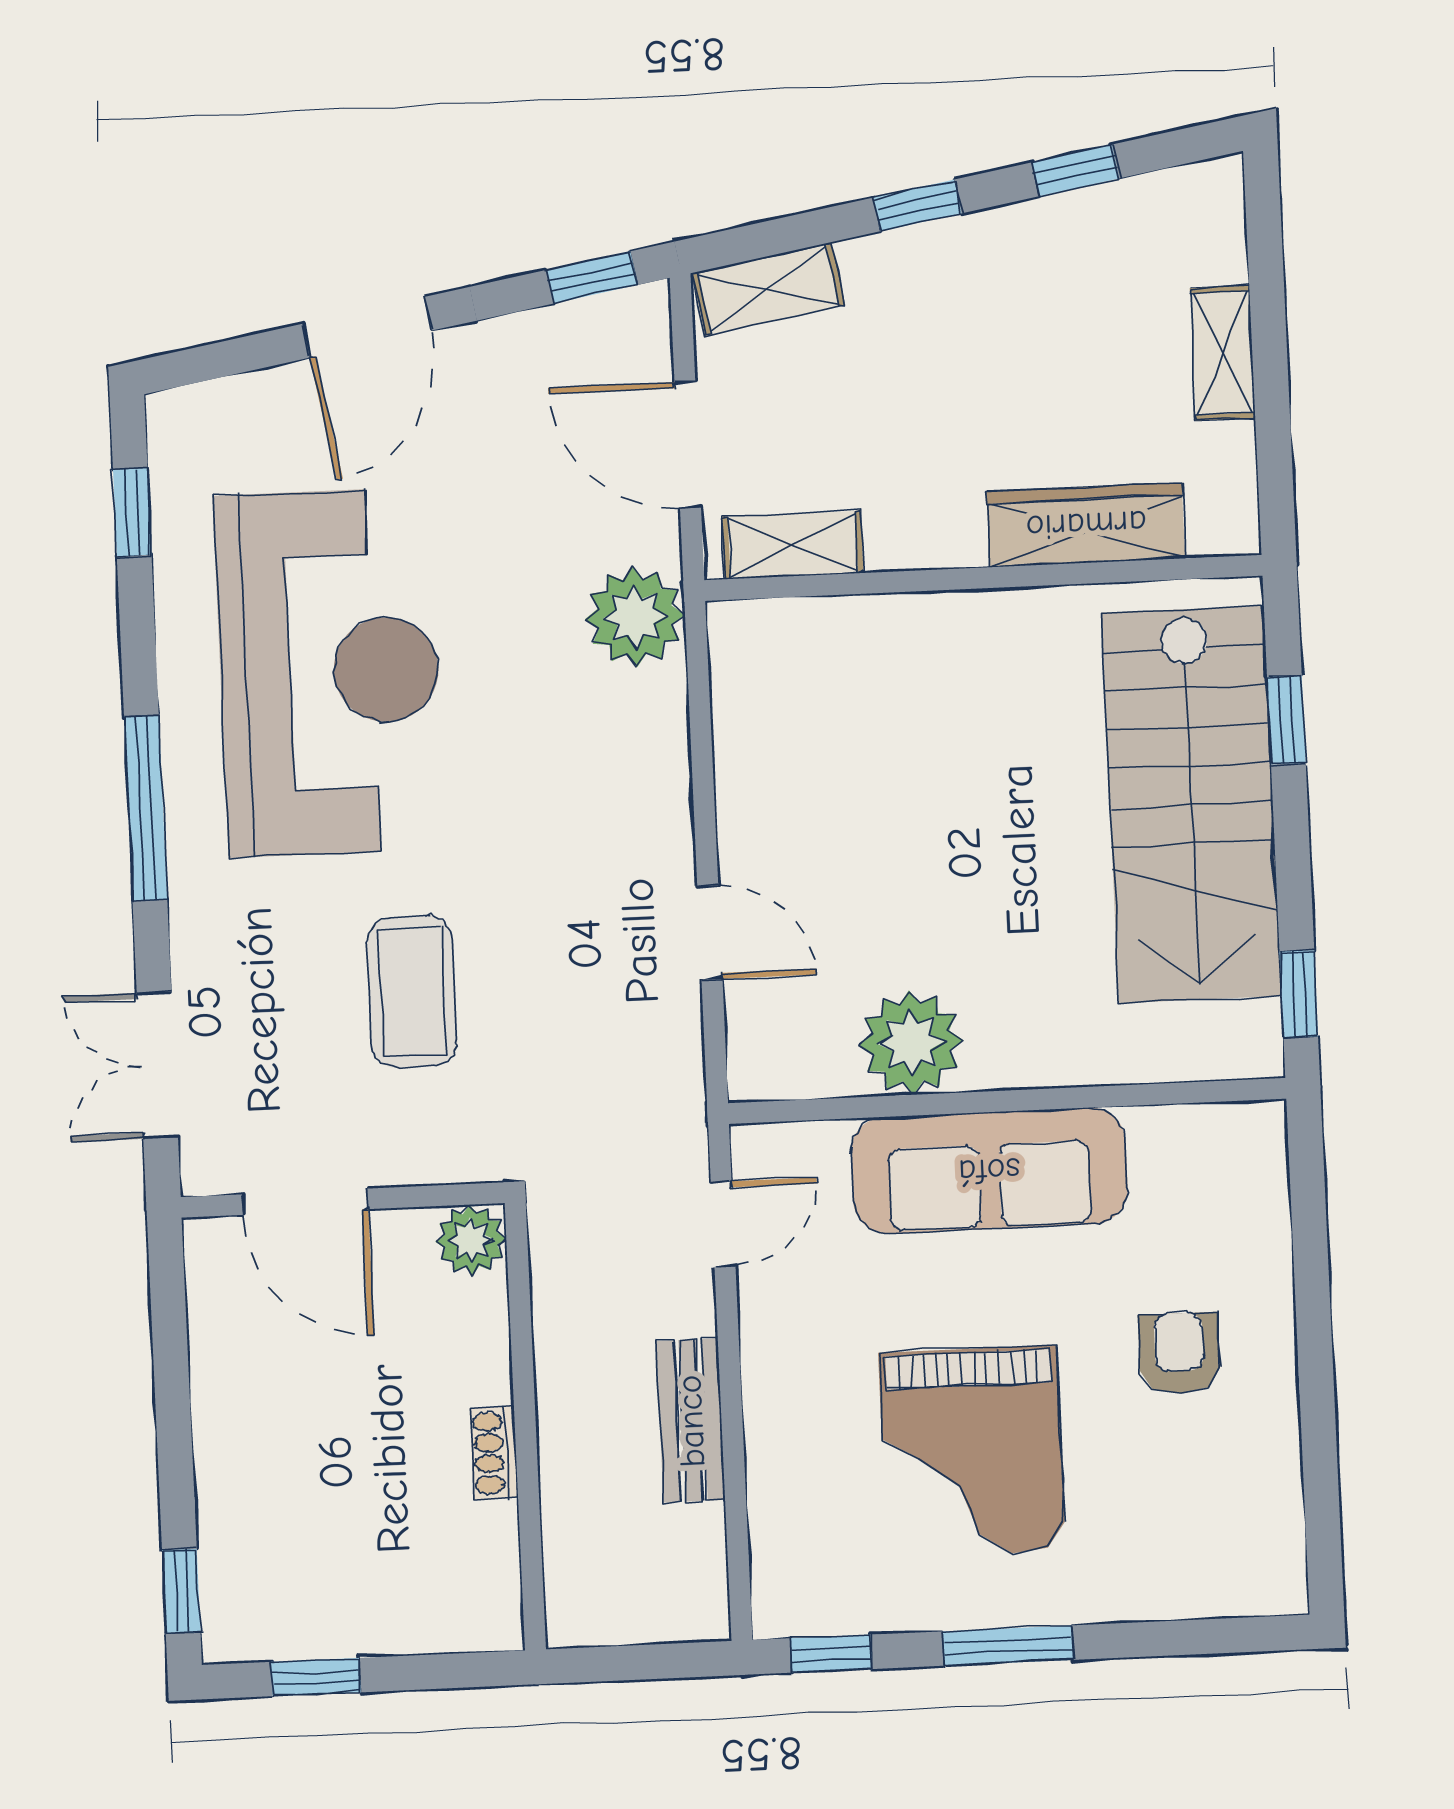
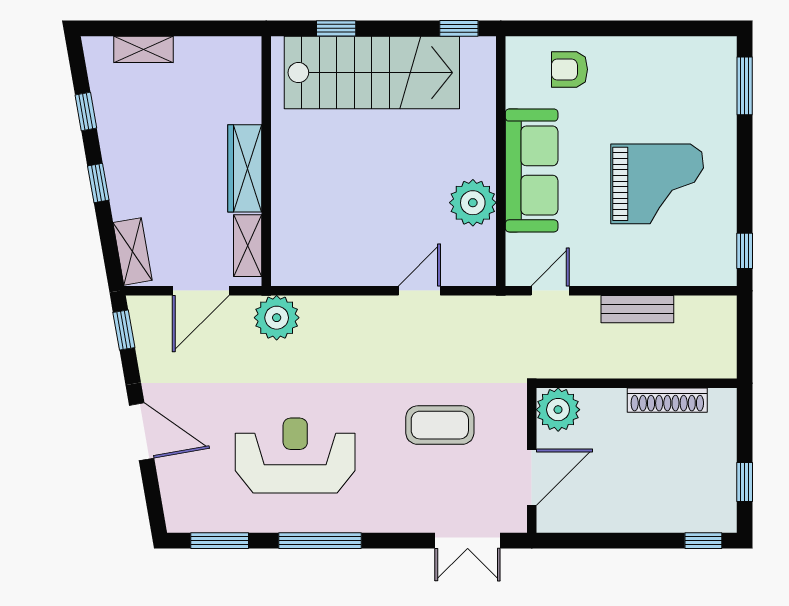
shelving: (1223, 353) -> (143, 49), moved
window: (132, 512) -> (220, 541), width x1.50
wardrobe: (1086, 525) -> (245, 168), moved
reception desk: (329, 672) -> (295, 456), width x0.74, depth x0.77
window: (146, 808) -> (320, 541), moved
door: (723, 1224) -> (550, 291), hinge flipped
plant: (471, 1240) -> (558, 410), width x1.36, depth x1.36
armchair: (1179, 1353) -> (569, 69), moved
shoe rack: (494, 1453) -> (667, 400), width x1.94, depth x1.24
window: (1008, 1646) -> (745, 86), moved

